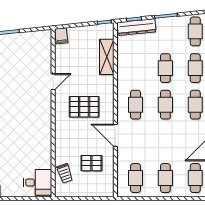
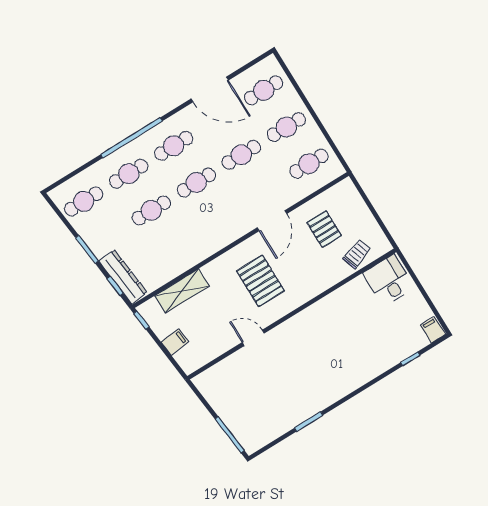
filing cabinet: (61, 36) -> (175, 342), moved
cafe table: (136, 105) -> (241, 155), moved

